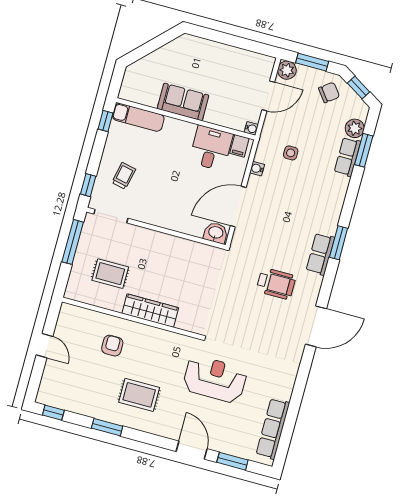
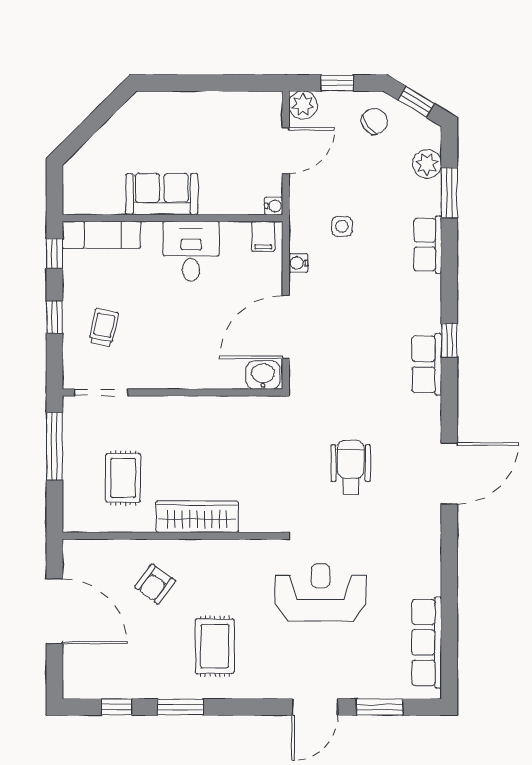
window: (312, 62) -> (337, 83), width x0.67
desk: (211, 148) -> (191, 251), moved
row of seats: (347, 157) -> (428, 245), moved
window: (88, 185) -> (54, 317), moved
window: (339, 243) -> (449, 340), width x0.67
rug: (110, 274) -> (123, 478), turned 90
wheelchair: (276, 284) -> (351, 467), moved, turned -90
door: (44, 346) -> (54, 611), width x1.88
armchair: (112, 346) -> (155, 584), turned -144
rug: (139, 395) -> (215, 646), turned 90
window: (53, 413) -> (117, 707), moved
door: (192, 450) -> (315, 707), swing flipped

